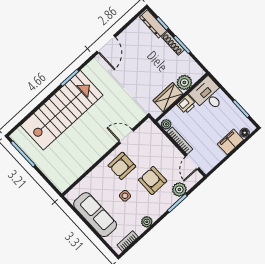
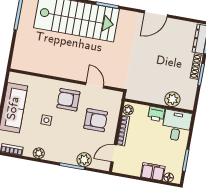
wardrobe: (168, 97) -> (151, 95), removed
armchair: (153, 180) -> (96, 120), moved, turned 90

